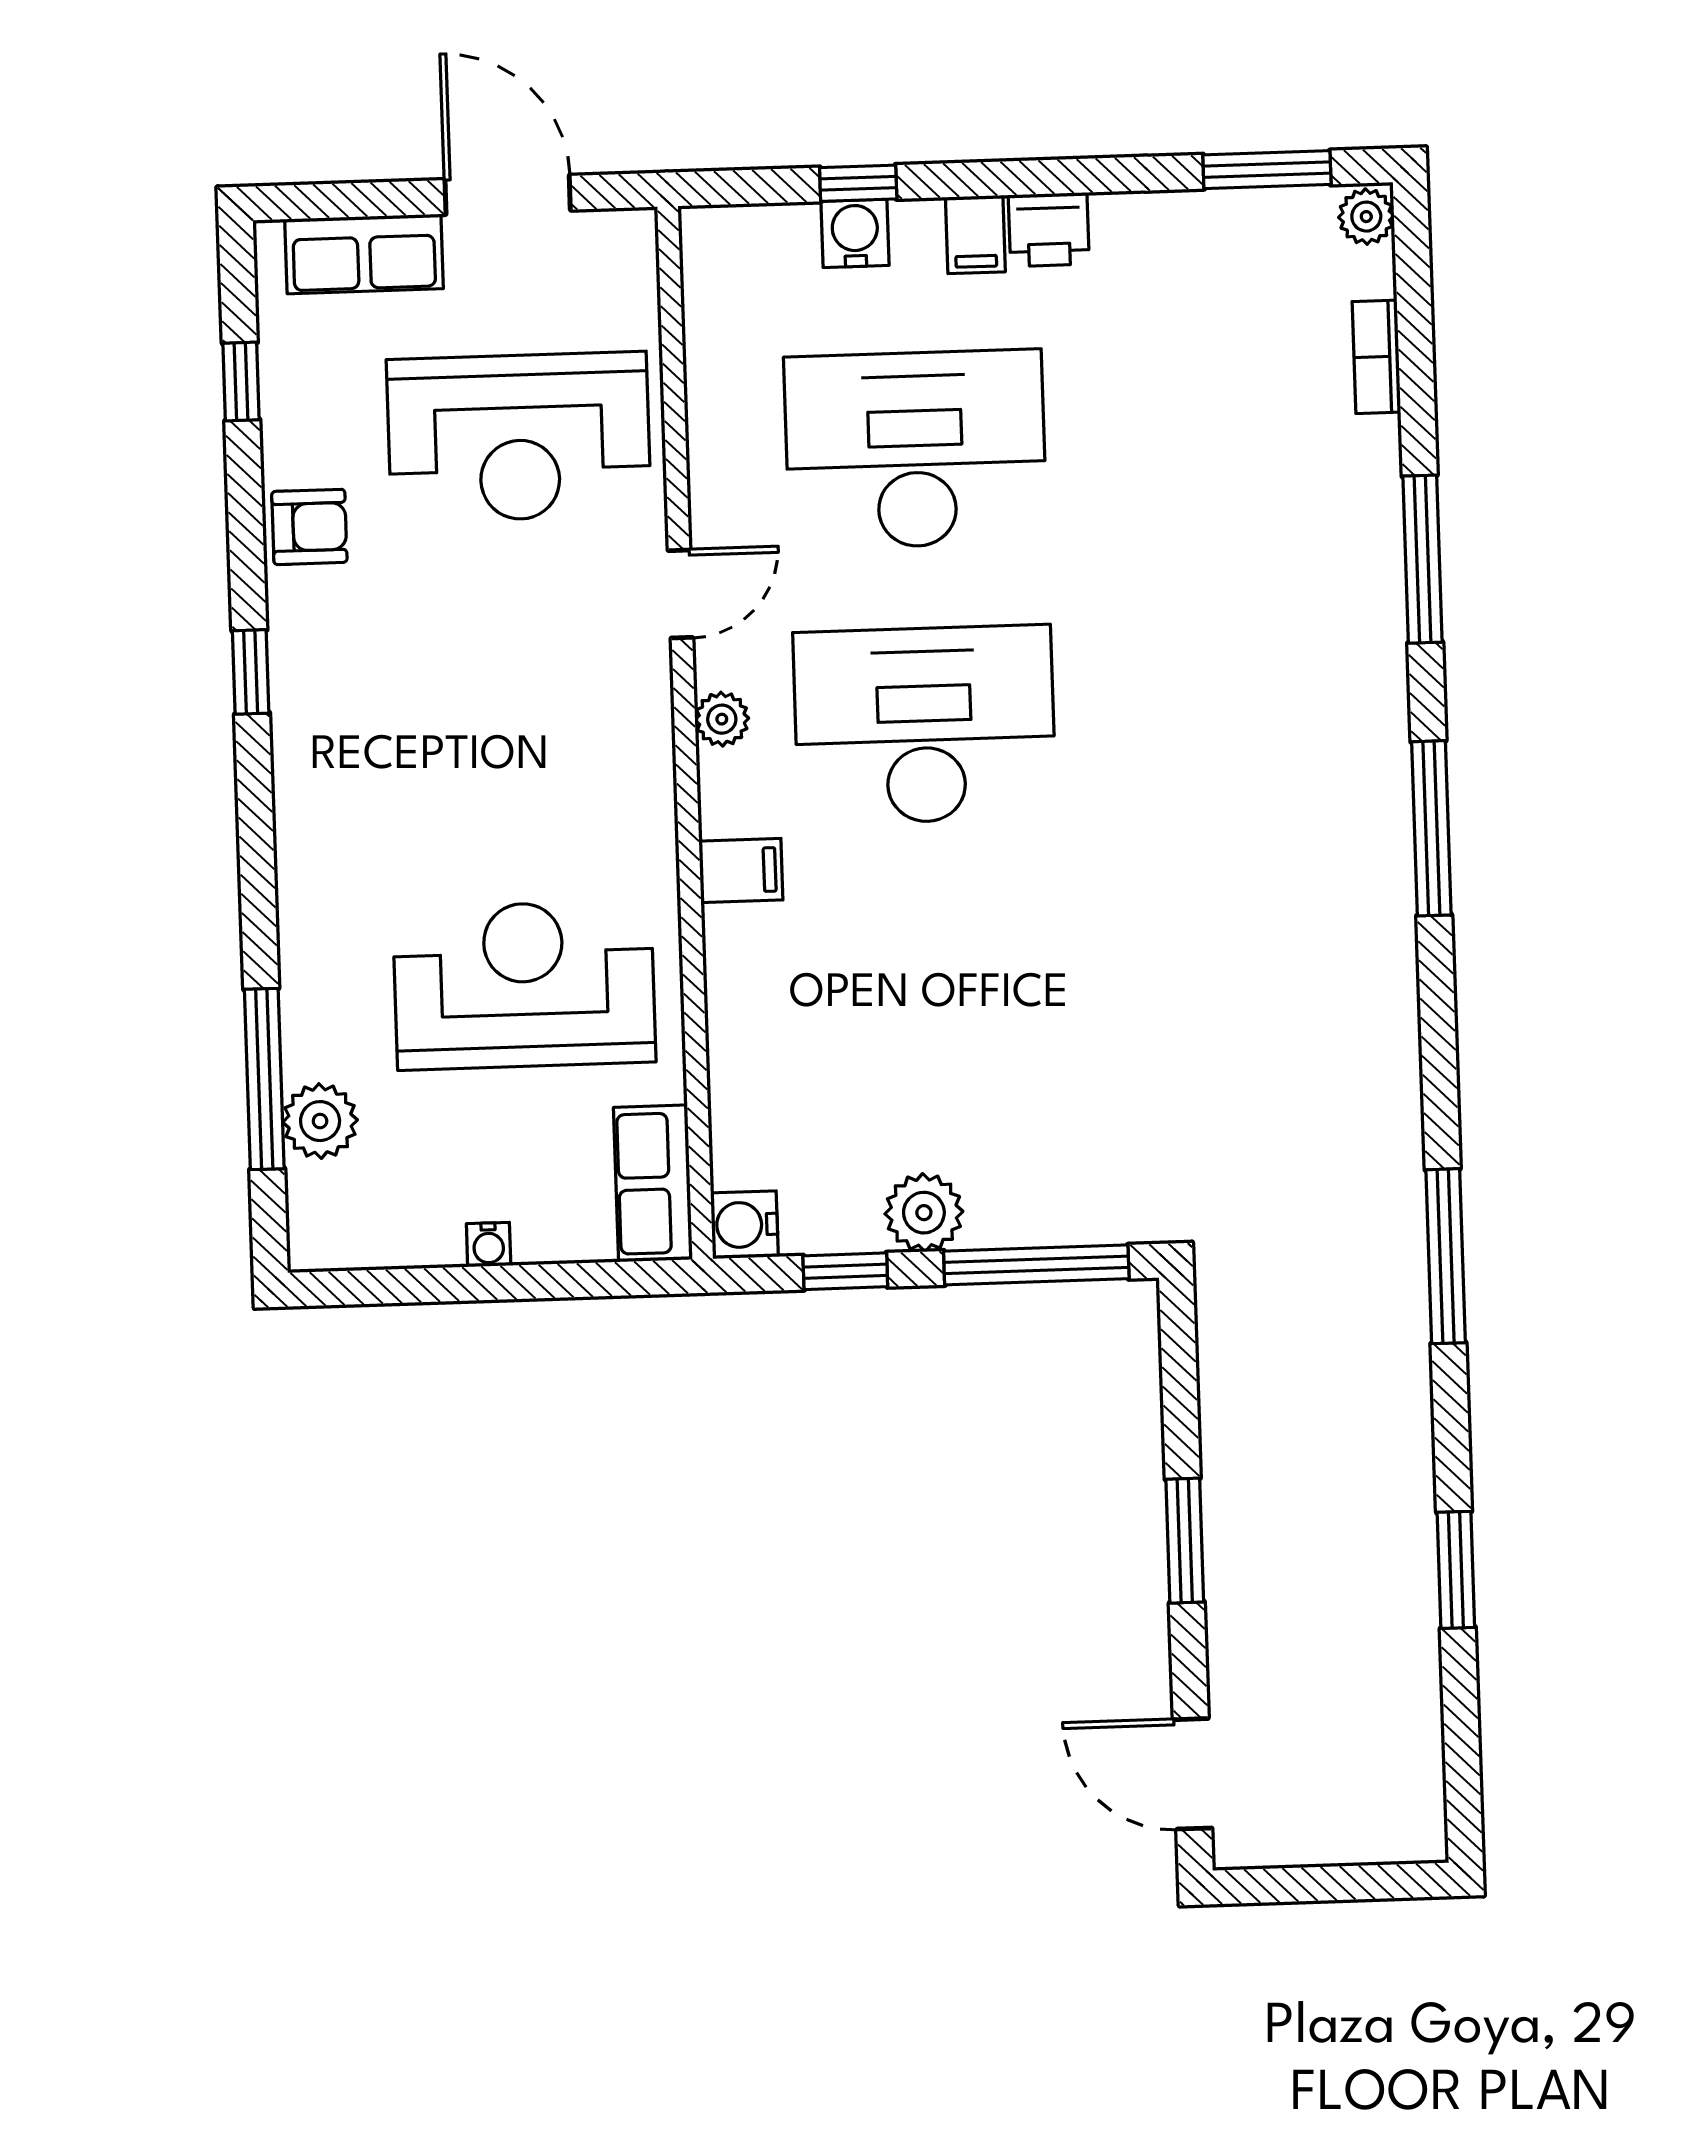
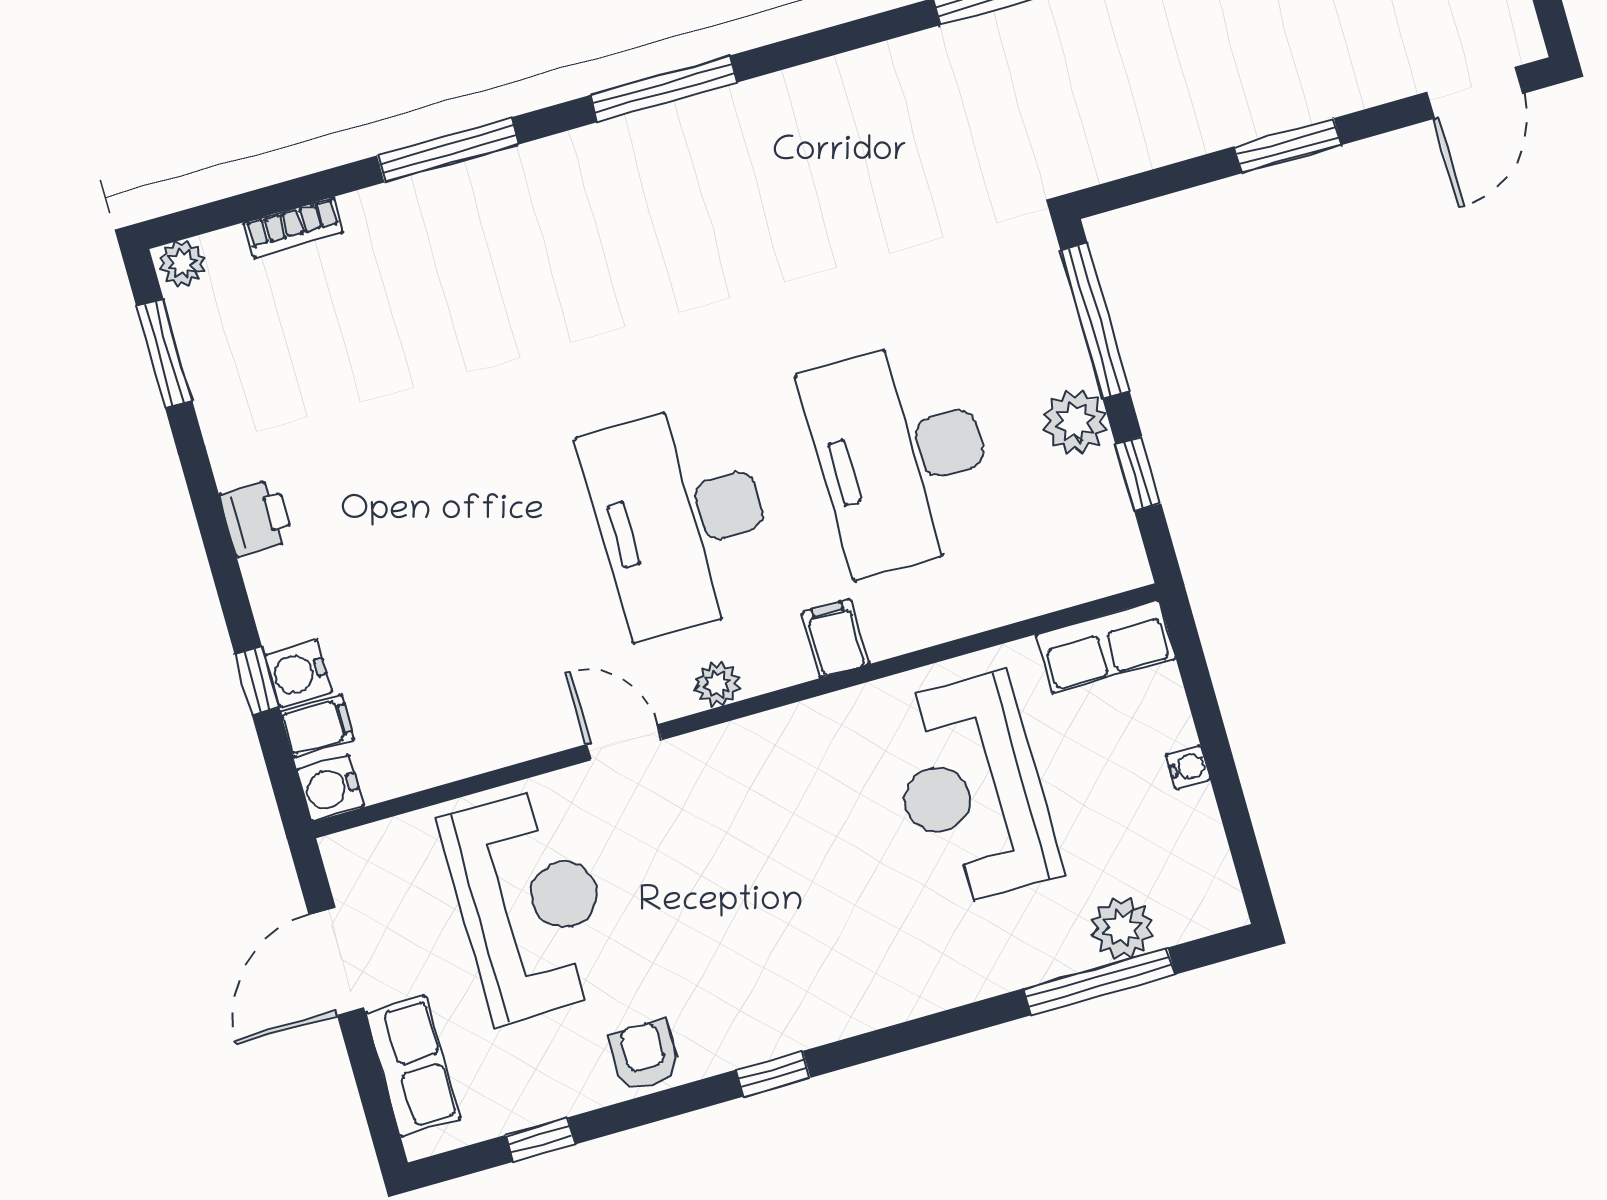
filing cabinet: (975, 234) -> (317, 726), moved
desk: (915, 449) -> (902, 456), moved
water cooler: (744, 1225) -> (330, 788), moved, turned 90

